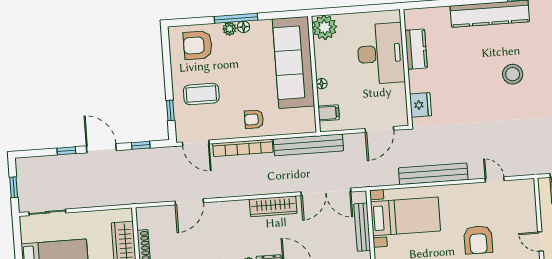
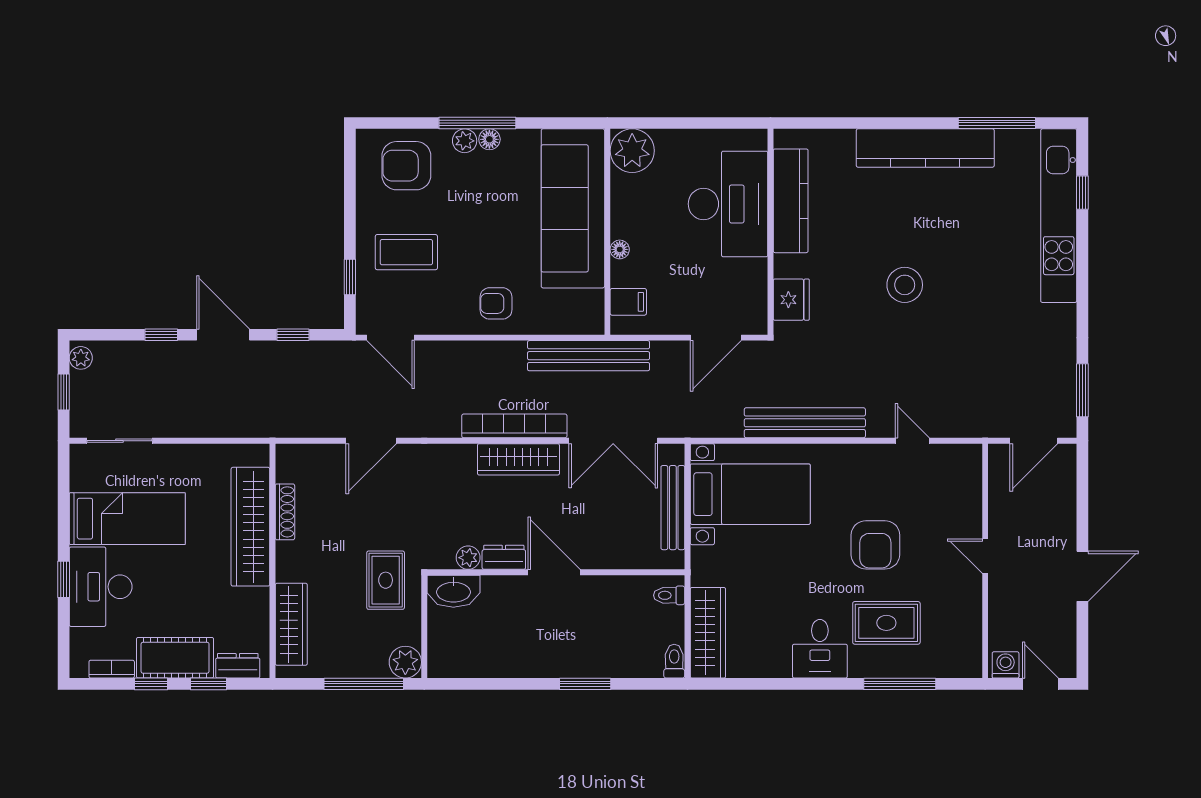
kitchen counter: (416, 49) -> (791, 201), width x1.50
stool: (513, 74) -> (905, 285), moved
bookcase: (243, 148) -> (514, 426), moved, turned 180
plant: (22, 167) -> (81, 358), added

